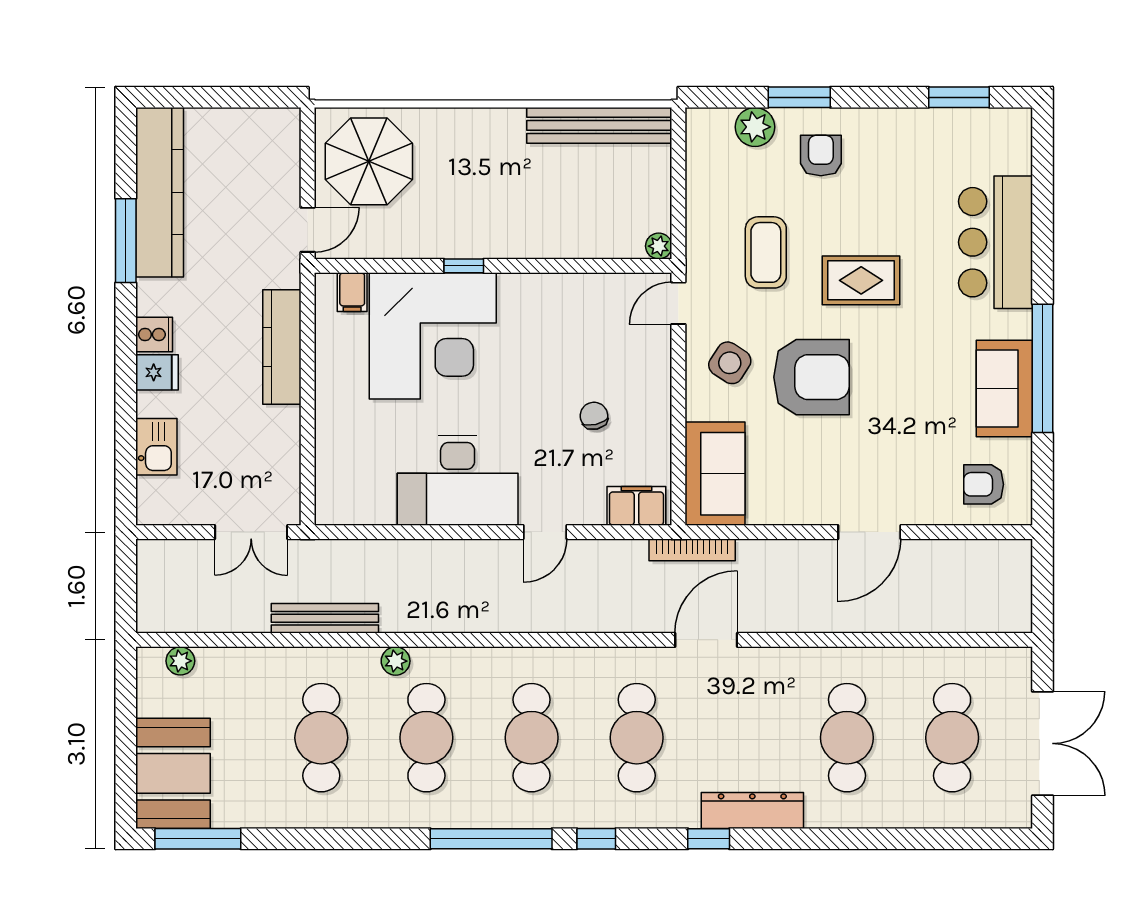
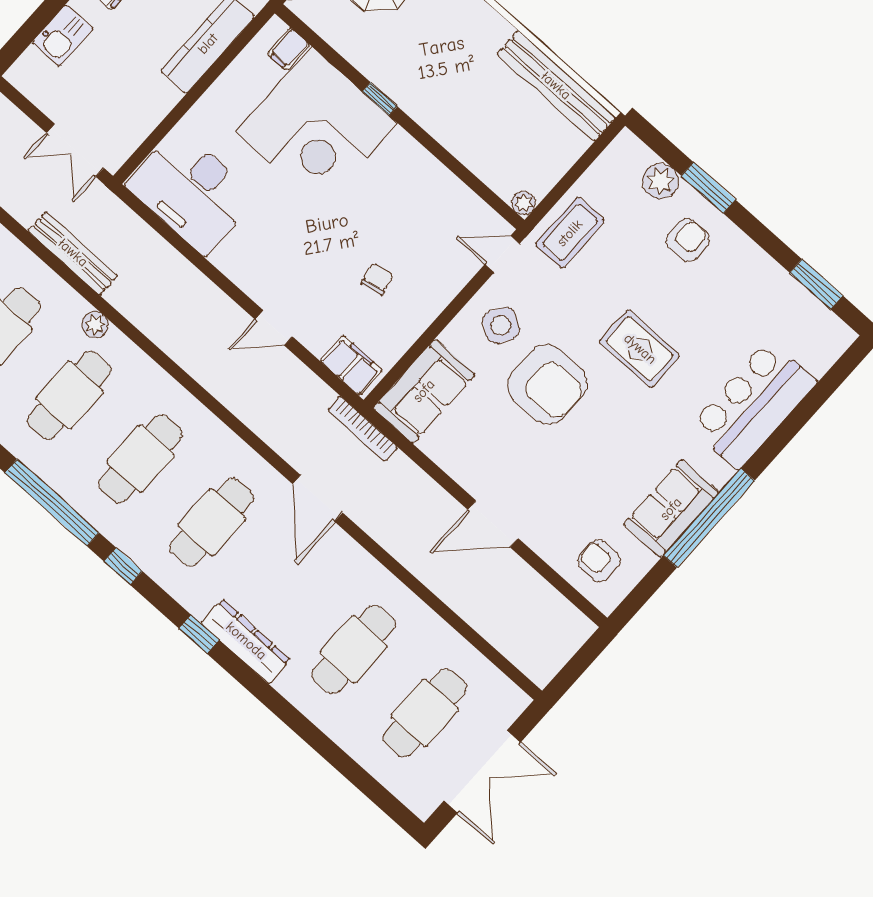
coffee table: (766, 252) -> (570, 233), moved
desk: (458, 480) -> (192, 191), moved
door: (706, 640) -> (317, 498), swing flipped

